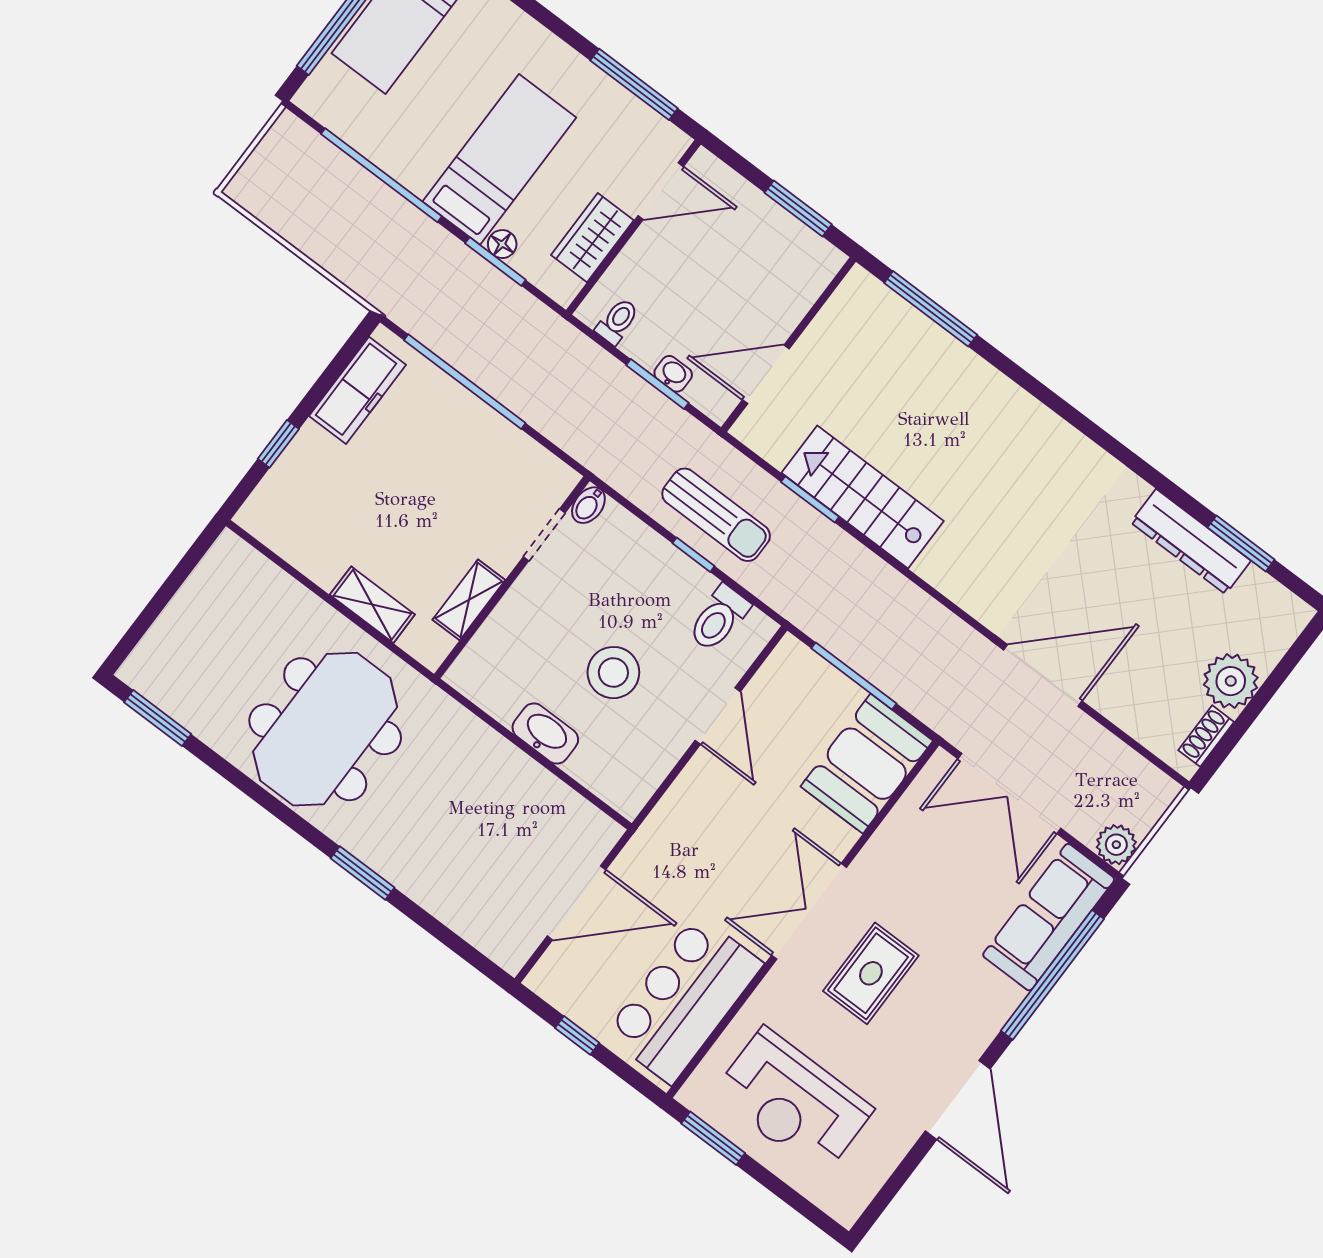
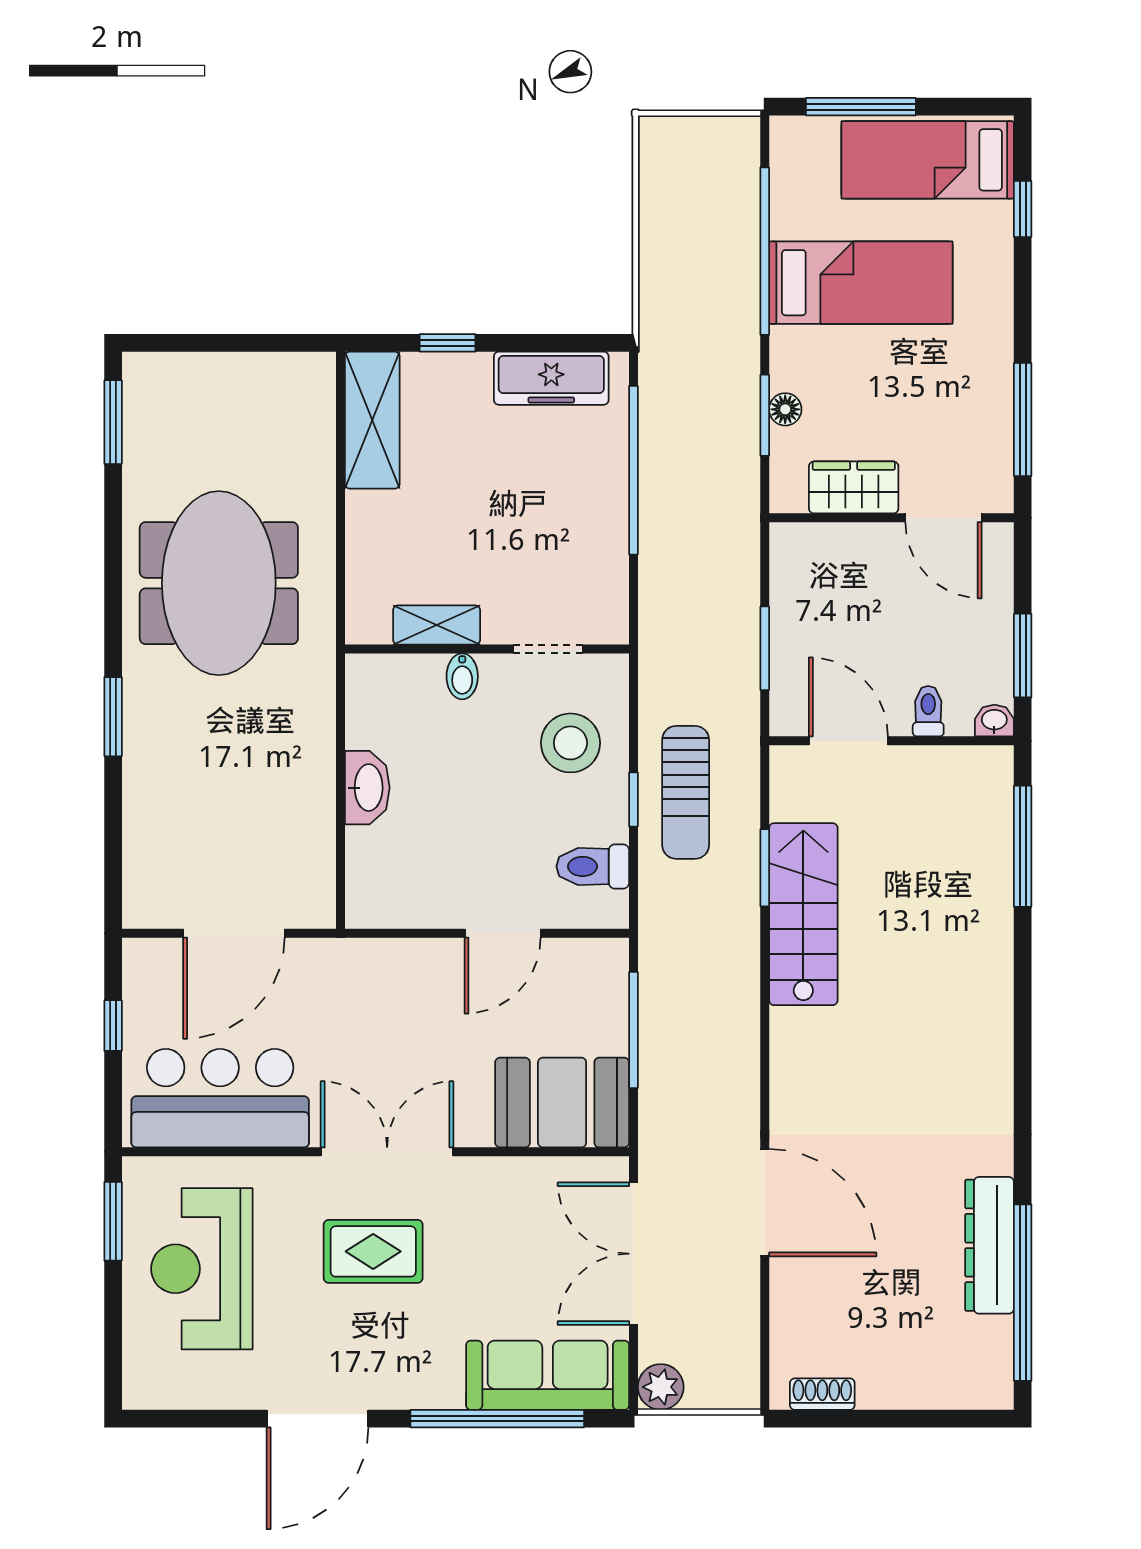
bed: (499, 159) -> (861, 283), moved
toilet: (617, 321) -> (928, 711), moved, turned -90
washbasin: (673, 374) -> (994, 721), moved, turned -90
bidet: (588, 505) -> (462, 676), moved, turned -90
window: (1241, 543) -> (1023, 1293), width x2.11
shelving: (372, 605) -> (372, 420), moved, width x1.50, depth x1.33
stool: (613, 673) -> (570, 743), moved
plant: (1231, 681) -> (890, 1378), removed
meeting table: (325, 729) -> (219, 583), turned 90
door: (576, 903) -> (234, 933), hinge flipped

